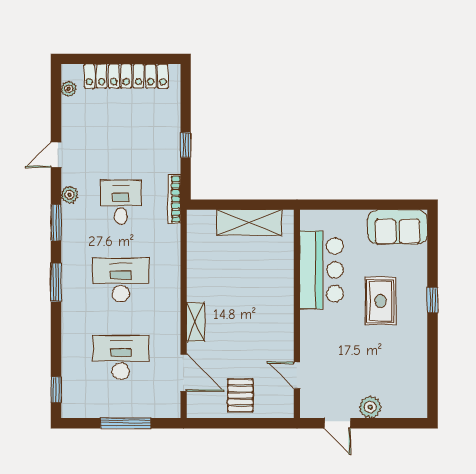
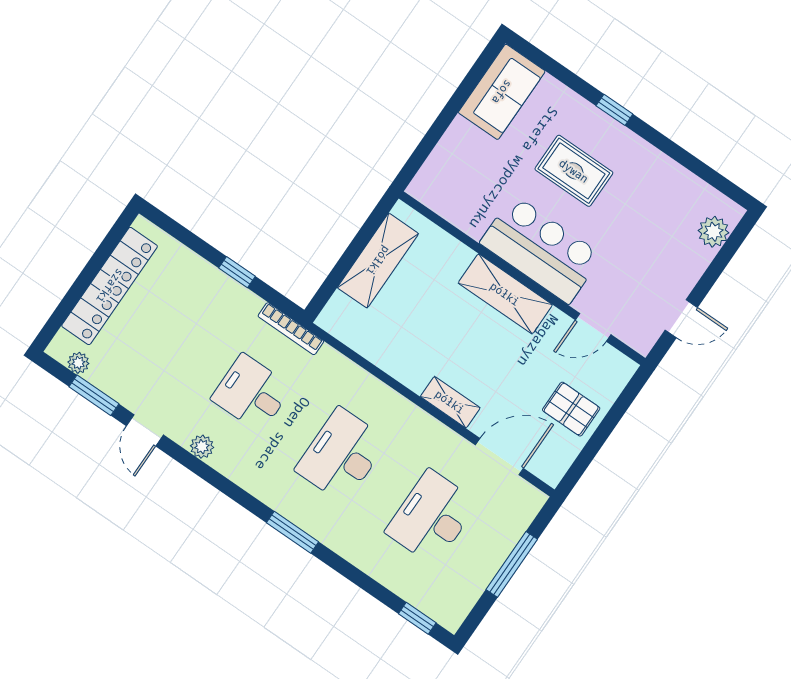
window: (56, 223) -> (94, 395), moved
bar counter: (322, 270) -> (541, 249), moved
shelving: (281, 310) -> (505, 294), added
plant: (370, 407) -> (713, 232), moved

